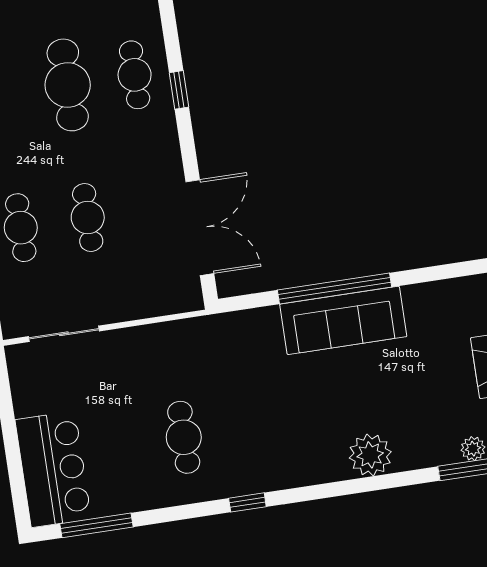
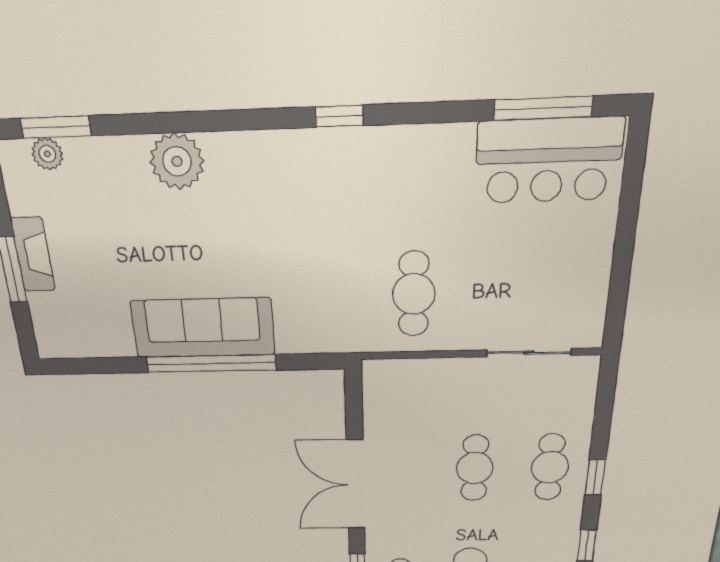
double door: (200, 228) -> (356, 485), moved
cafe table: (184, 437) -> (414, 294), moved
bar counter: (53, 469) -> (548, 161), moved, turned -90

